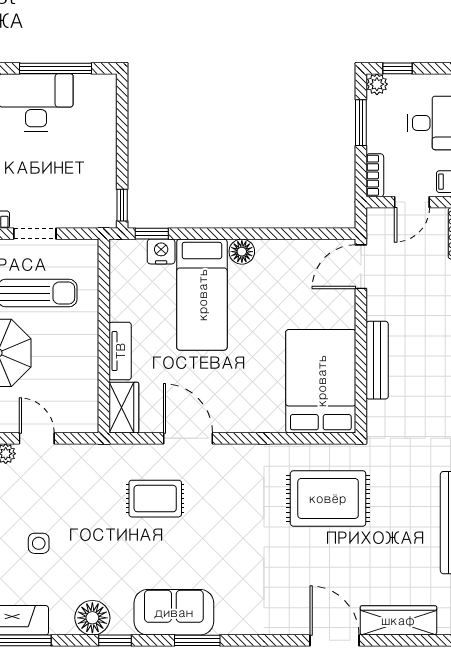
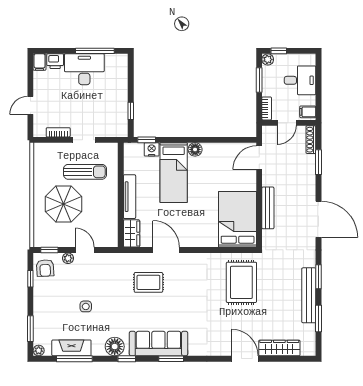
window: (122, 205) -> (131, 111), moved
tv unit: (120, 351) -> (130, 197), width x1.41
rug: (328, 498) -> (241, 282), turned 90
sofa: (174, 612) -> (158, 344), width x1.36

